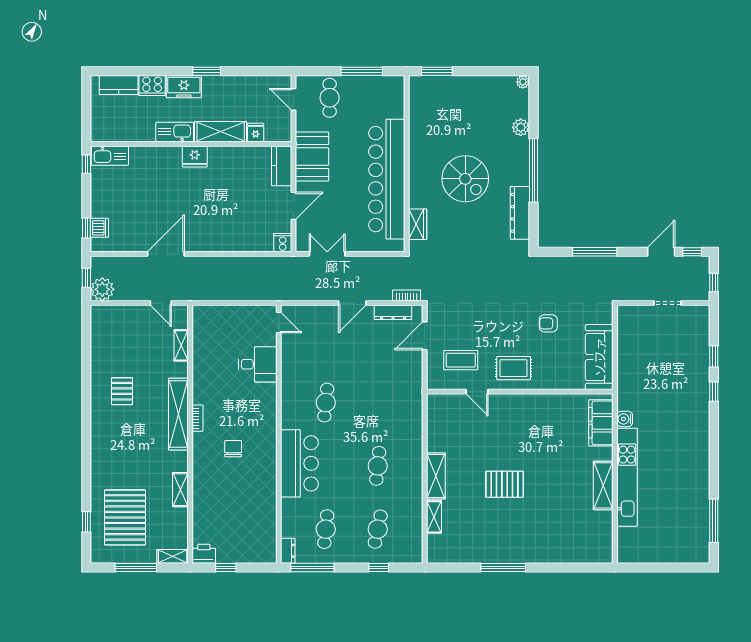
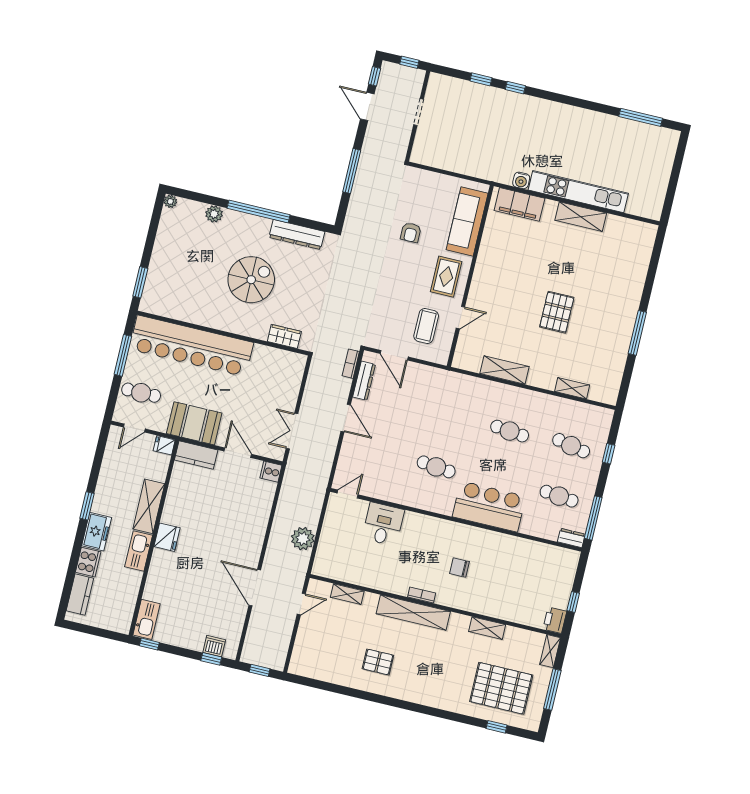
fridge: (256, 133) -> (164, 445), moved
bar counter: (387, 179) -> (191, 346), moved
plant: (102, 289) -> (303, 539), moved
sofa: (599, 357) -> (467, 221), moved, turned 90
shelving: (436, 476) -> (504, 370), moved

